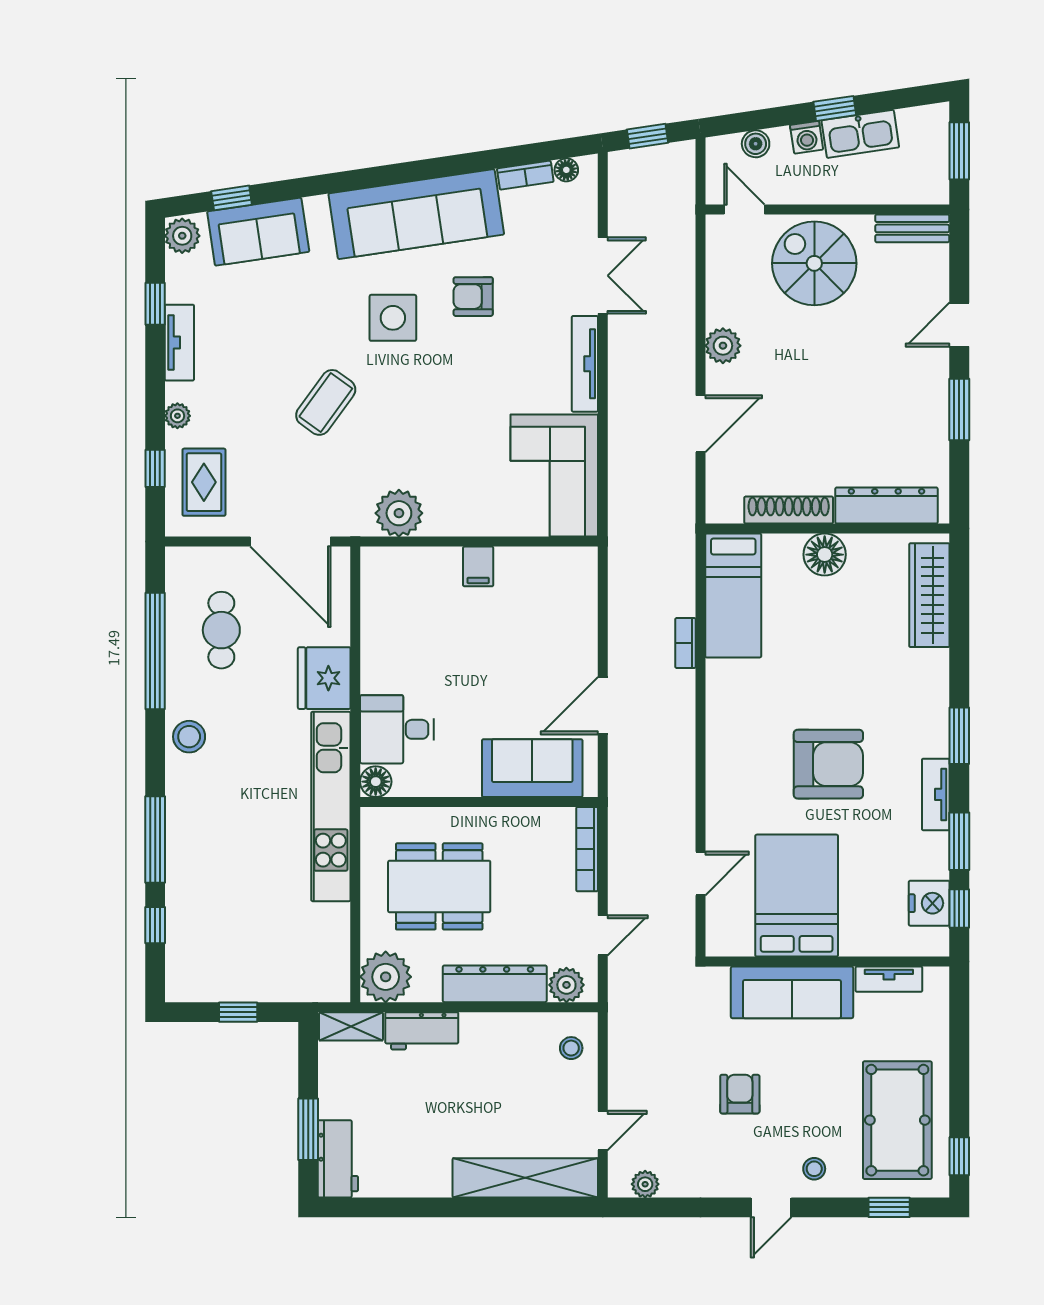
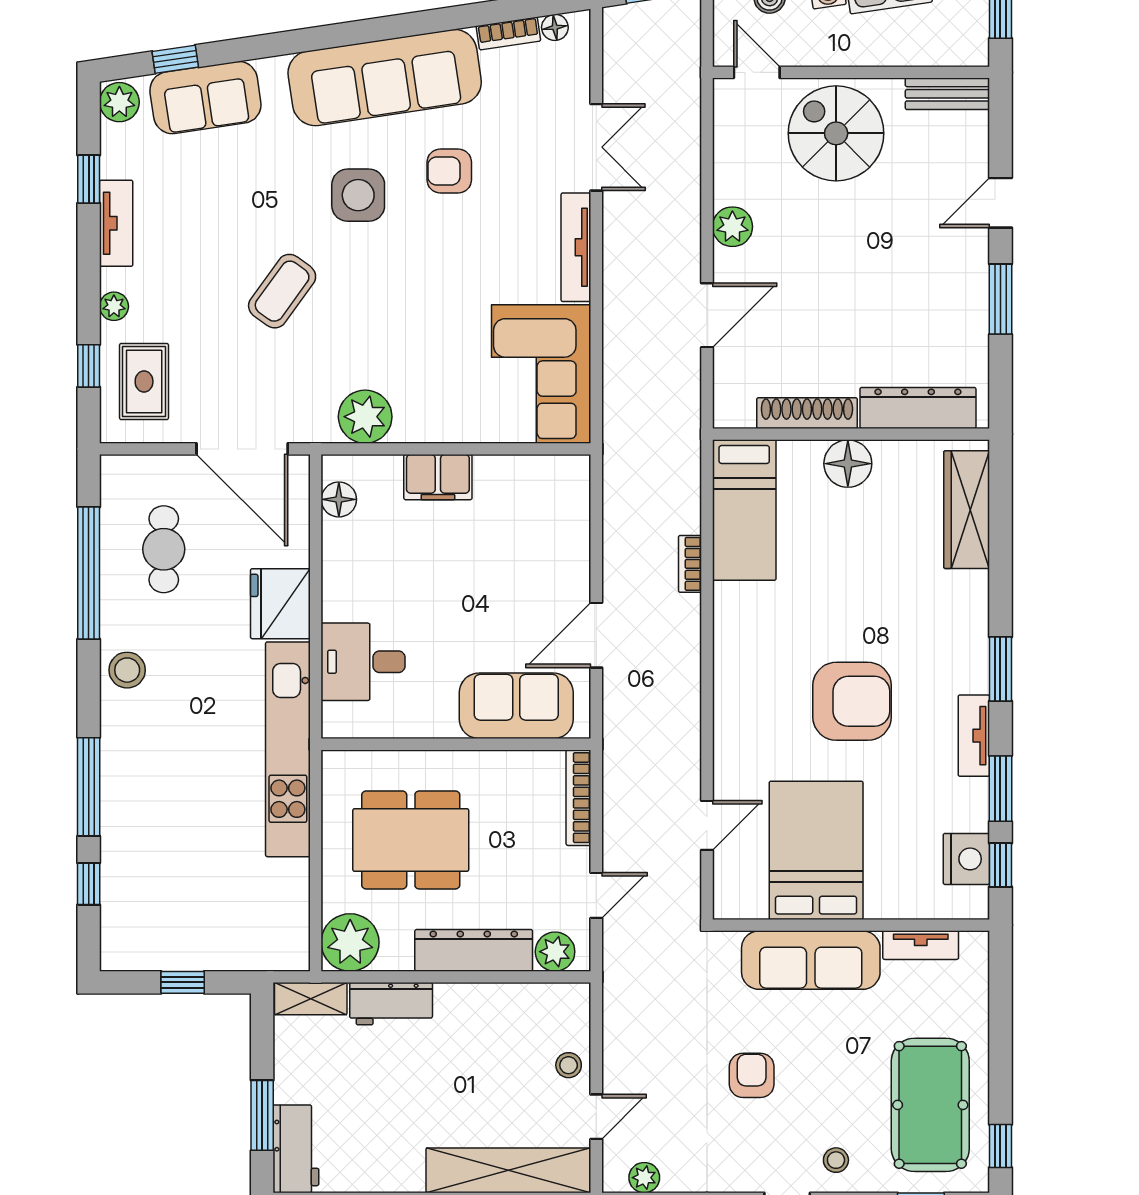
filing cabinet: (478, 566) -> (438, 477), width x2.00
floor lamp: (376, 782) -> (339, 499), moved
stool: (571, 1048) -> (569, 1065), moved

